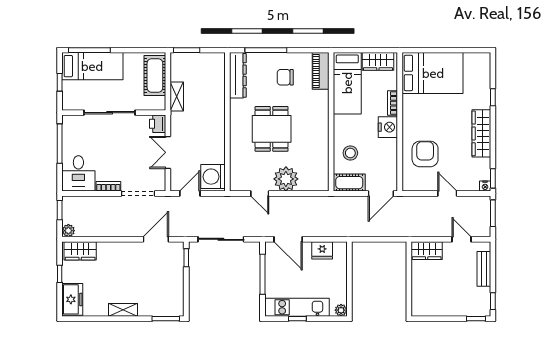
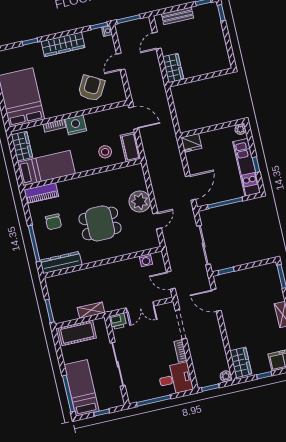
armchair: (425, 154) -> (91, 88), turned 119
washing machine: (213, 177) -> (146, 260), width x0.53, depth x0.53
fridge: (322, 250) -> (191, 143), moved, turned 90

